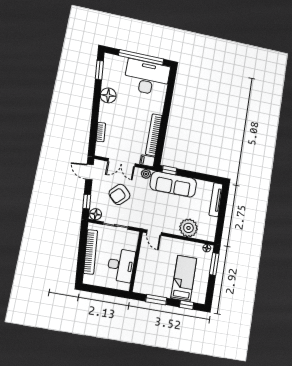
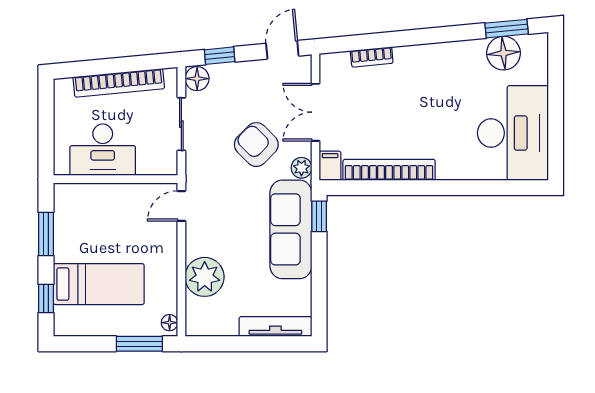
window: (141, 57) -> (556, 113), removed
floor lamp: (108, 95) -> (504, 53), moved
armchair: (120, 194) -> (256, 145), moved

